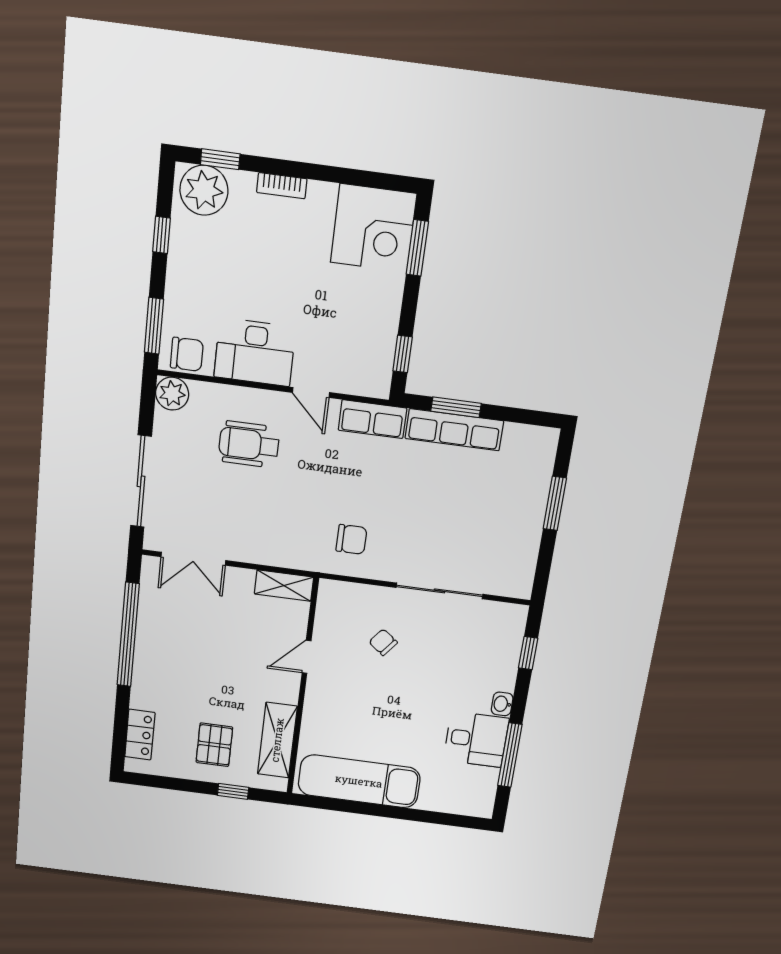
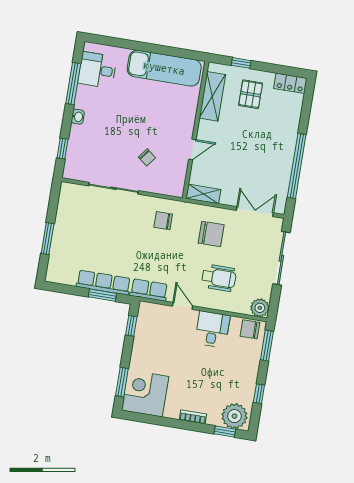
desk: (255, 352) -> (212, 329), width x0.73
chair: (267, 519) -> (211, 234), added
locker: (140, 735) -> (290, 83), moved, turned -90
desk: (476, 739) -> (97, 70), moved

